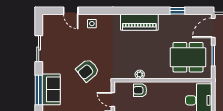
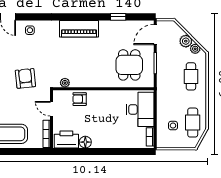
dining table: (188, 57) -> (129, 65), width x0.73
armchair: (88, 70) -> (25, 78), turned 123
plant: (140, 74) -> (65, 83), moved

